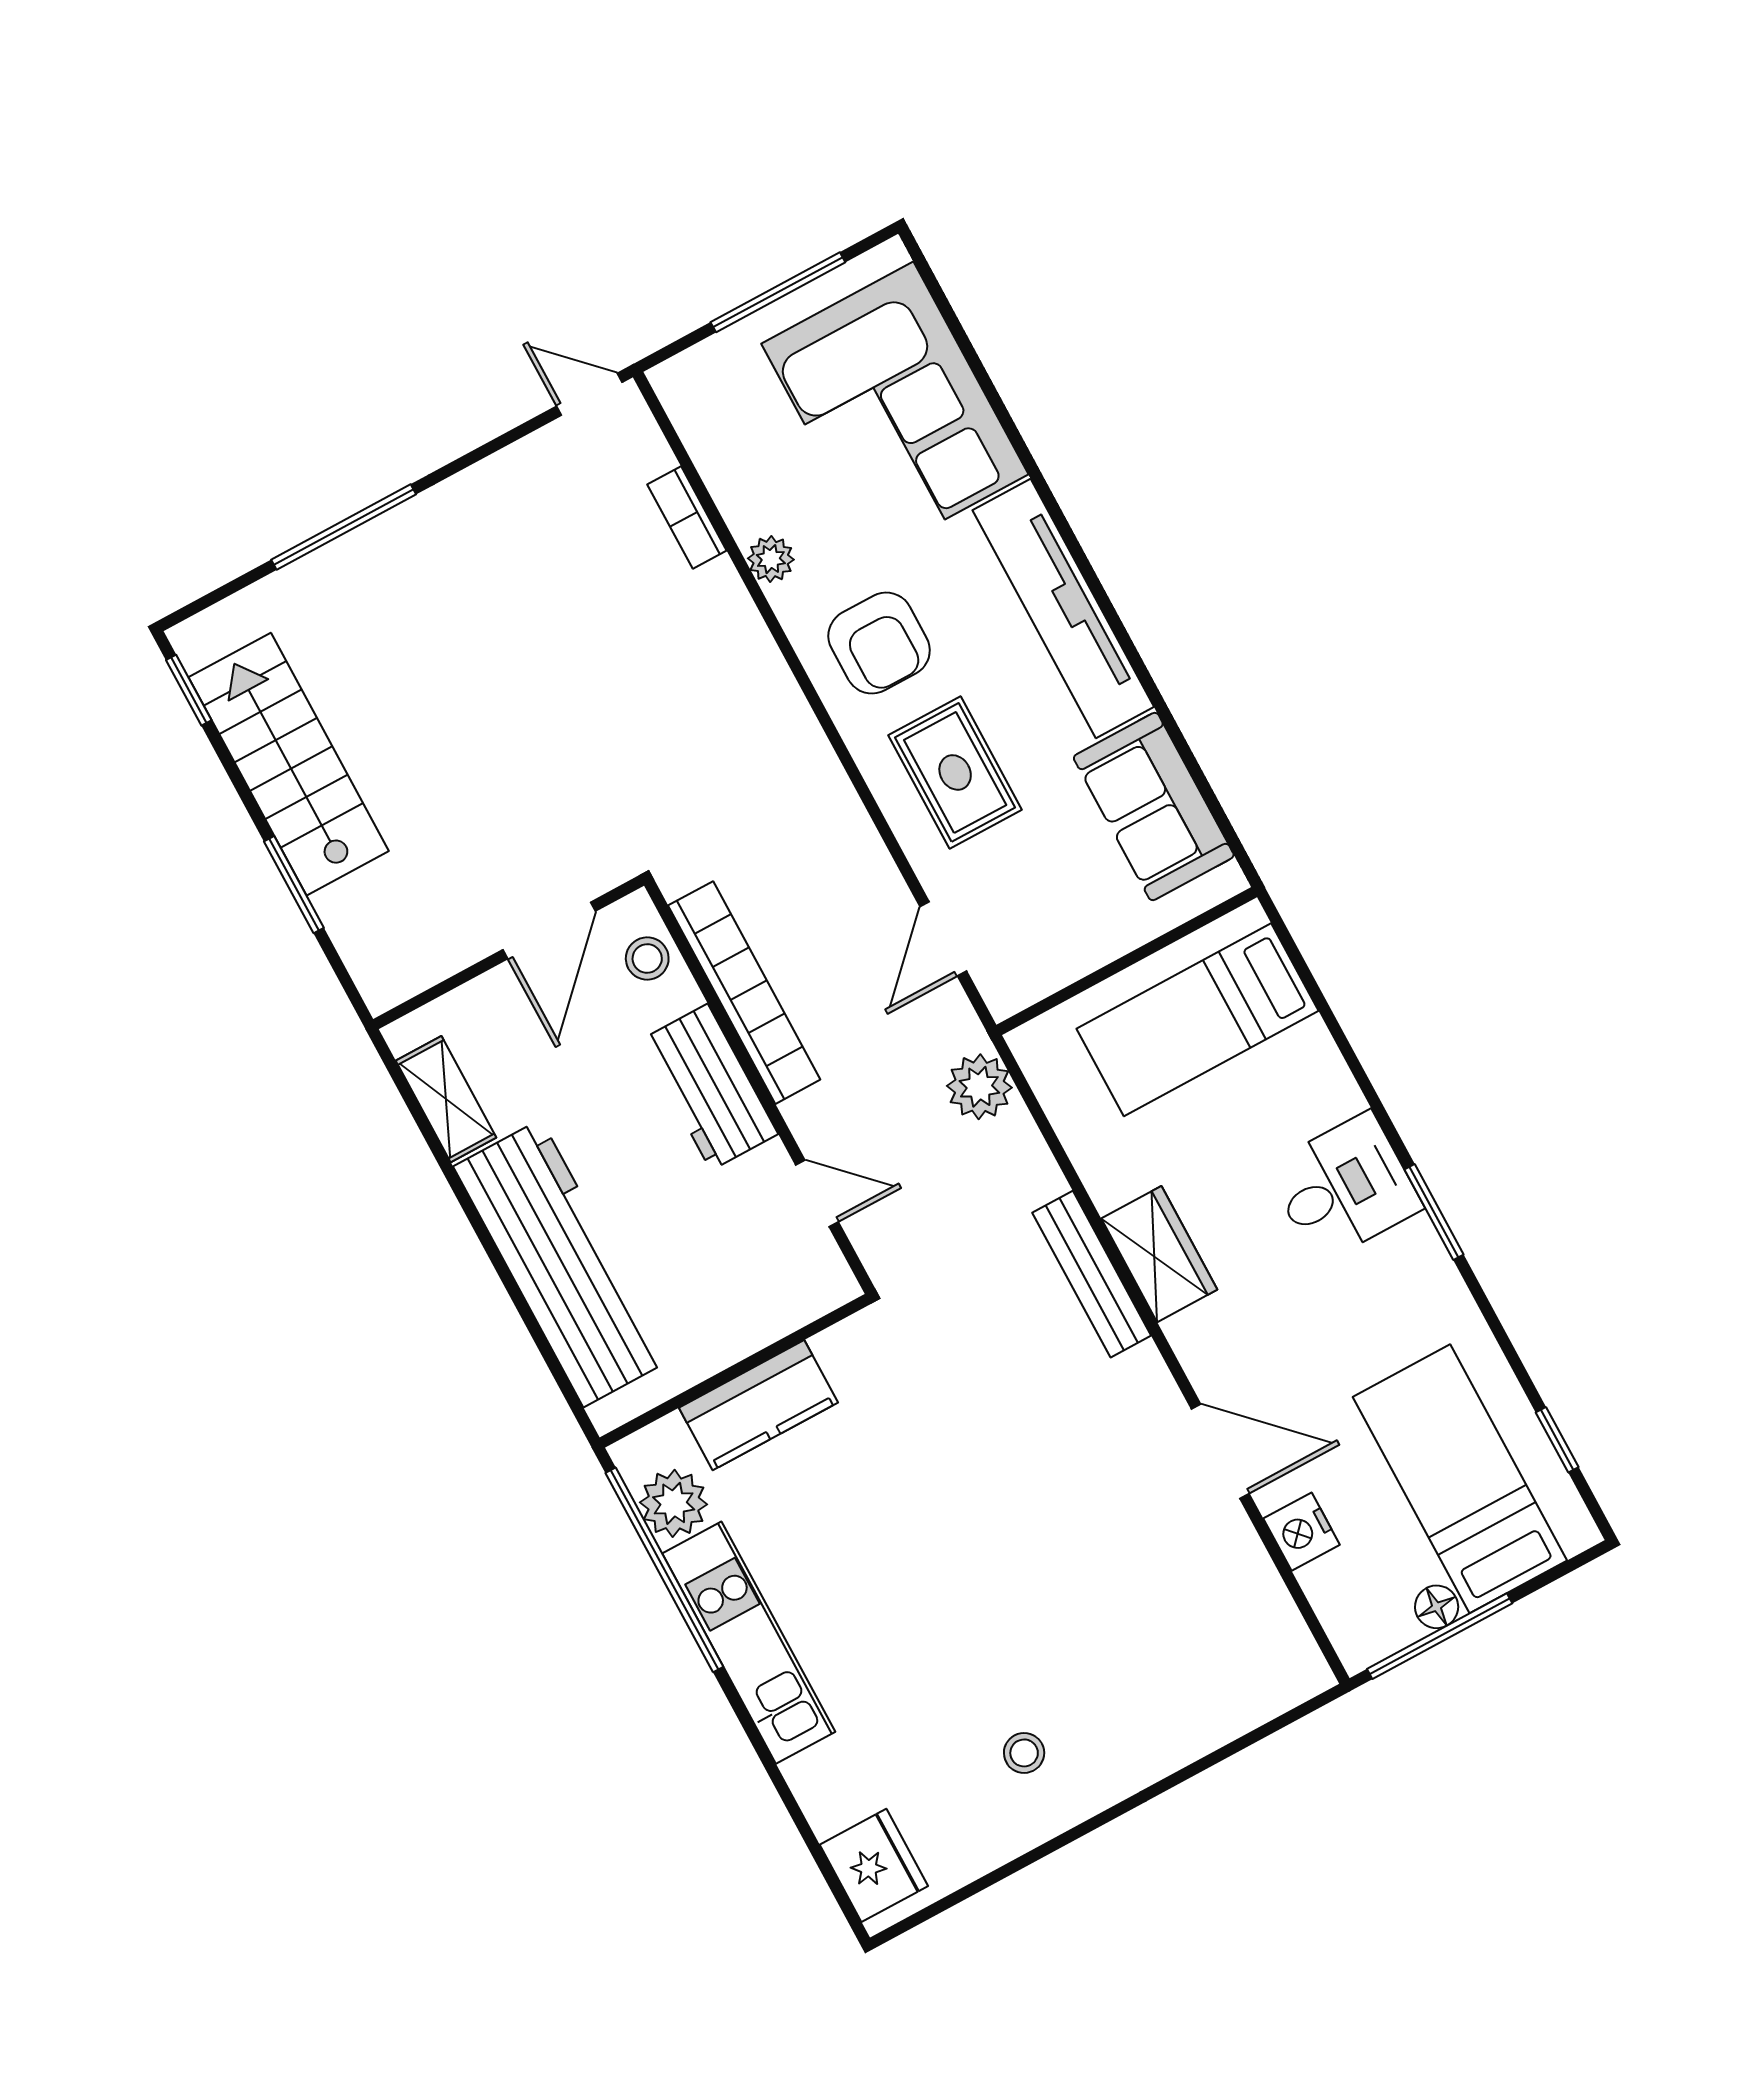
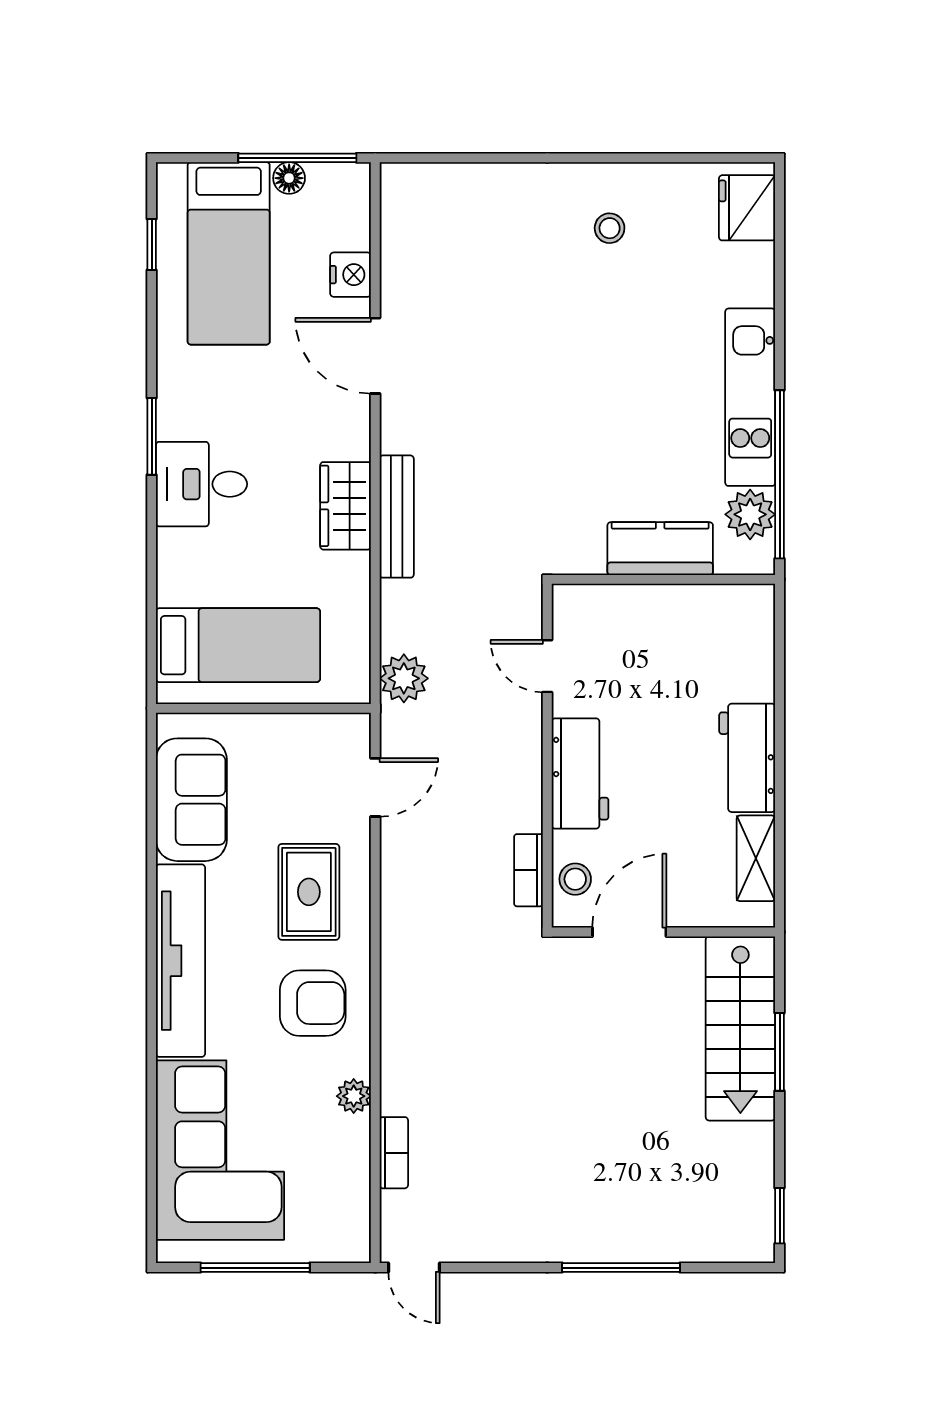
armchair: (879, 643) -> (313, 1003), turned 90
stairs: (289, 764) -> (740, 1028), moved
bookcase: (744, 993) -> (528, 870), width x0.43, depth x0.76
workbench: (562, 1263) -> (747, 758), width x0.53, depth x0.76

